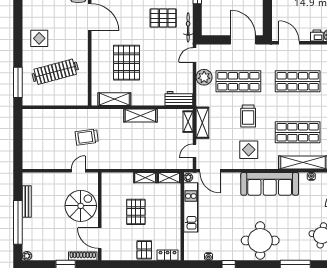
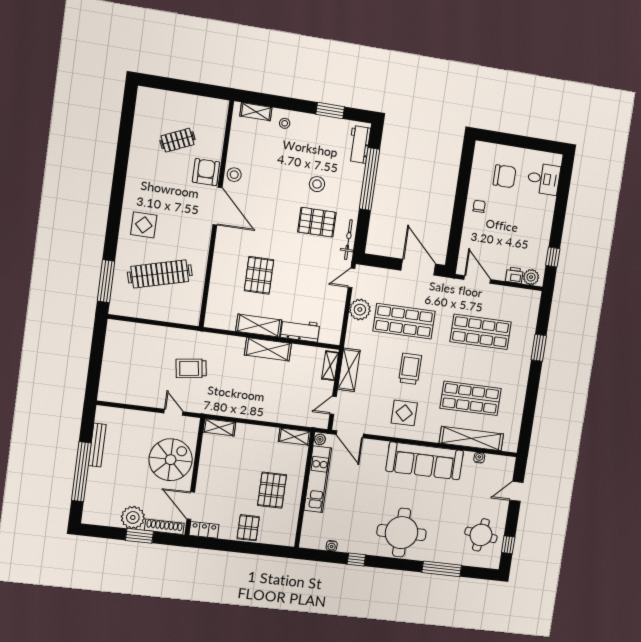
pallet: (126, 63) -> (259, 275), width x0.73, depth x0.71
shelving: (114, 99) -> (259, 326), moved
workbench: (179, 99) -> (300, 330), moved
trolley: (248, 116) -> (410, 369), turned 180
door: (78, 171) -> (173, 412), hinge flipped
shelving: (145, 178) -> (219, 427), moved
pallet: (136, 212) -> (272, 490), moved
locker: (167, 255) -> (204, 530), moved
plant: (27, 256) -> (133, 517), moved, width x1.88, depth x1.88

